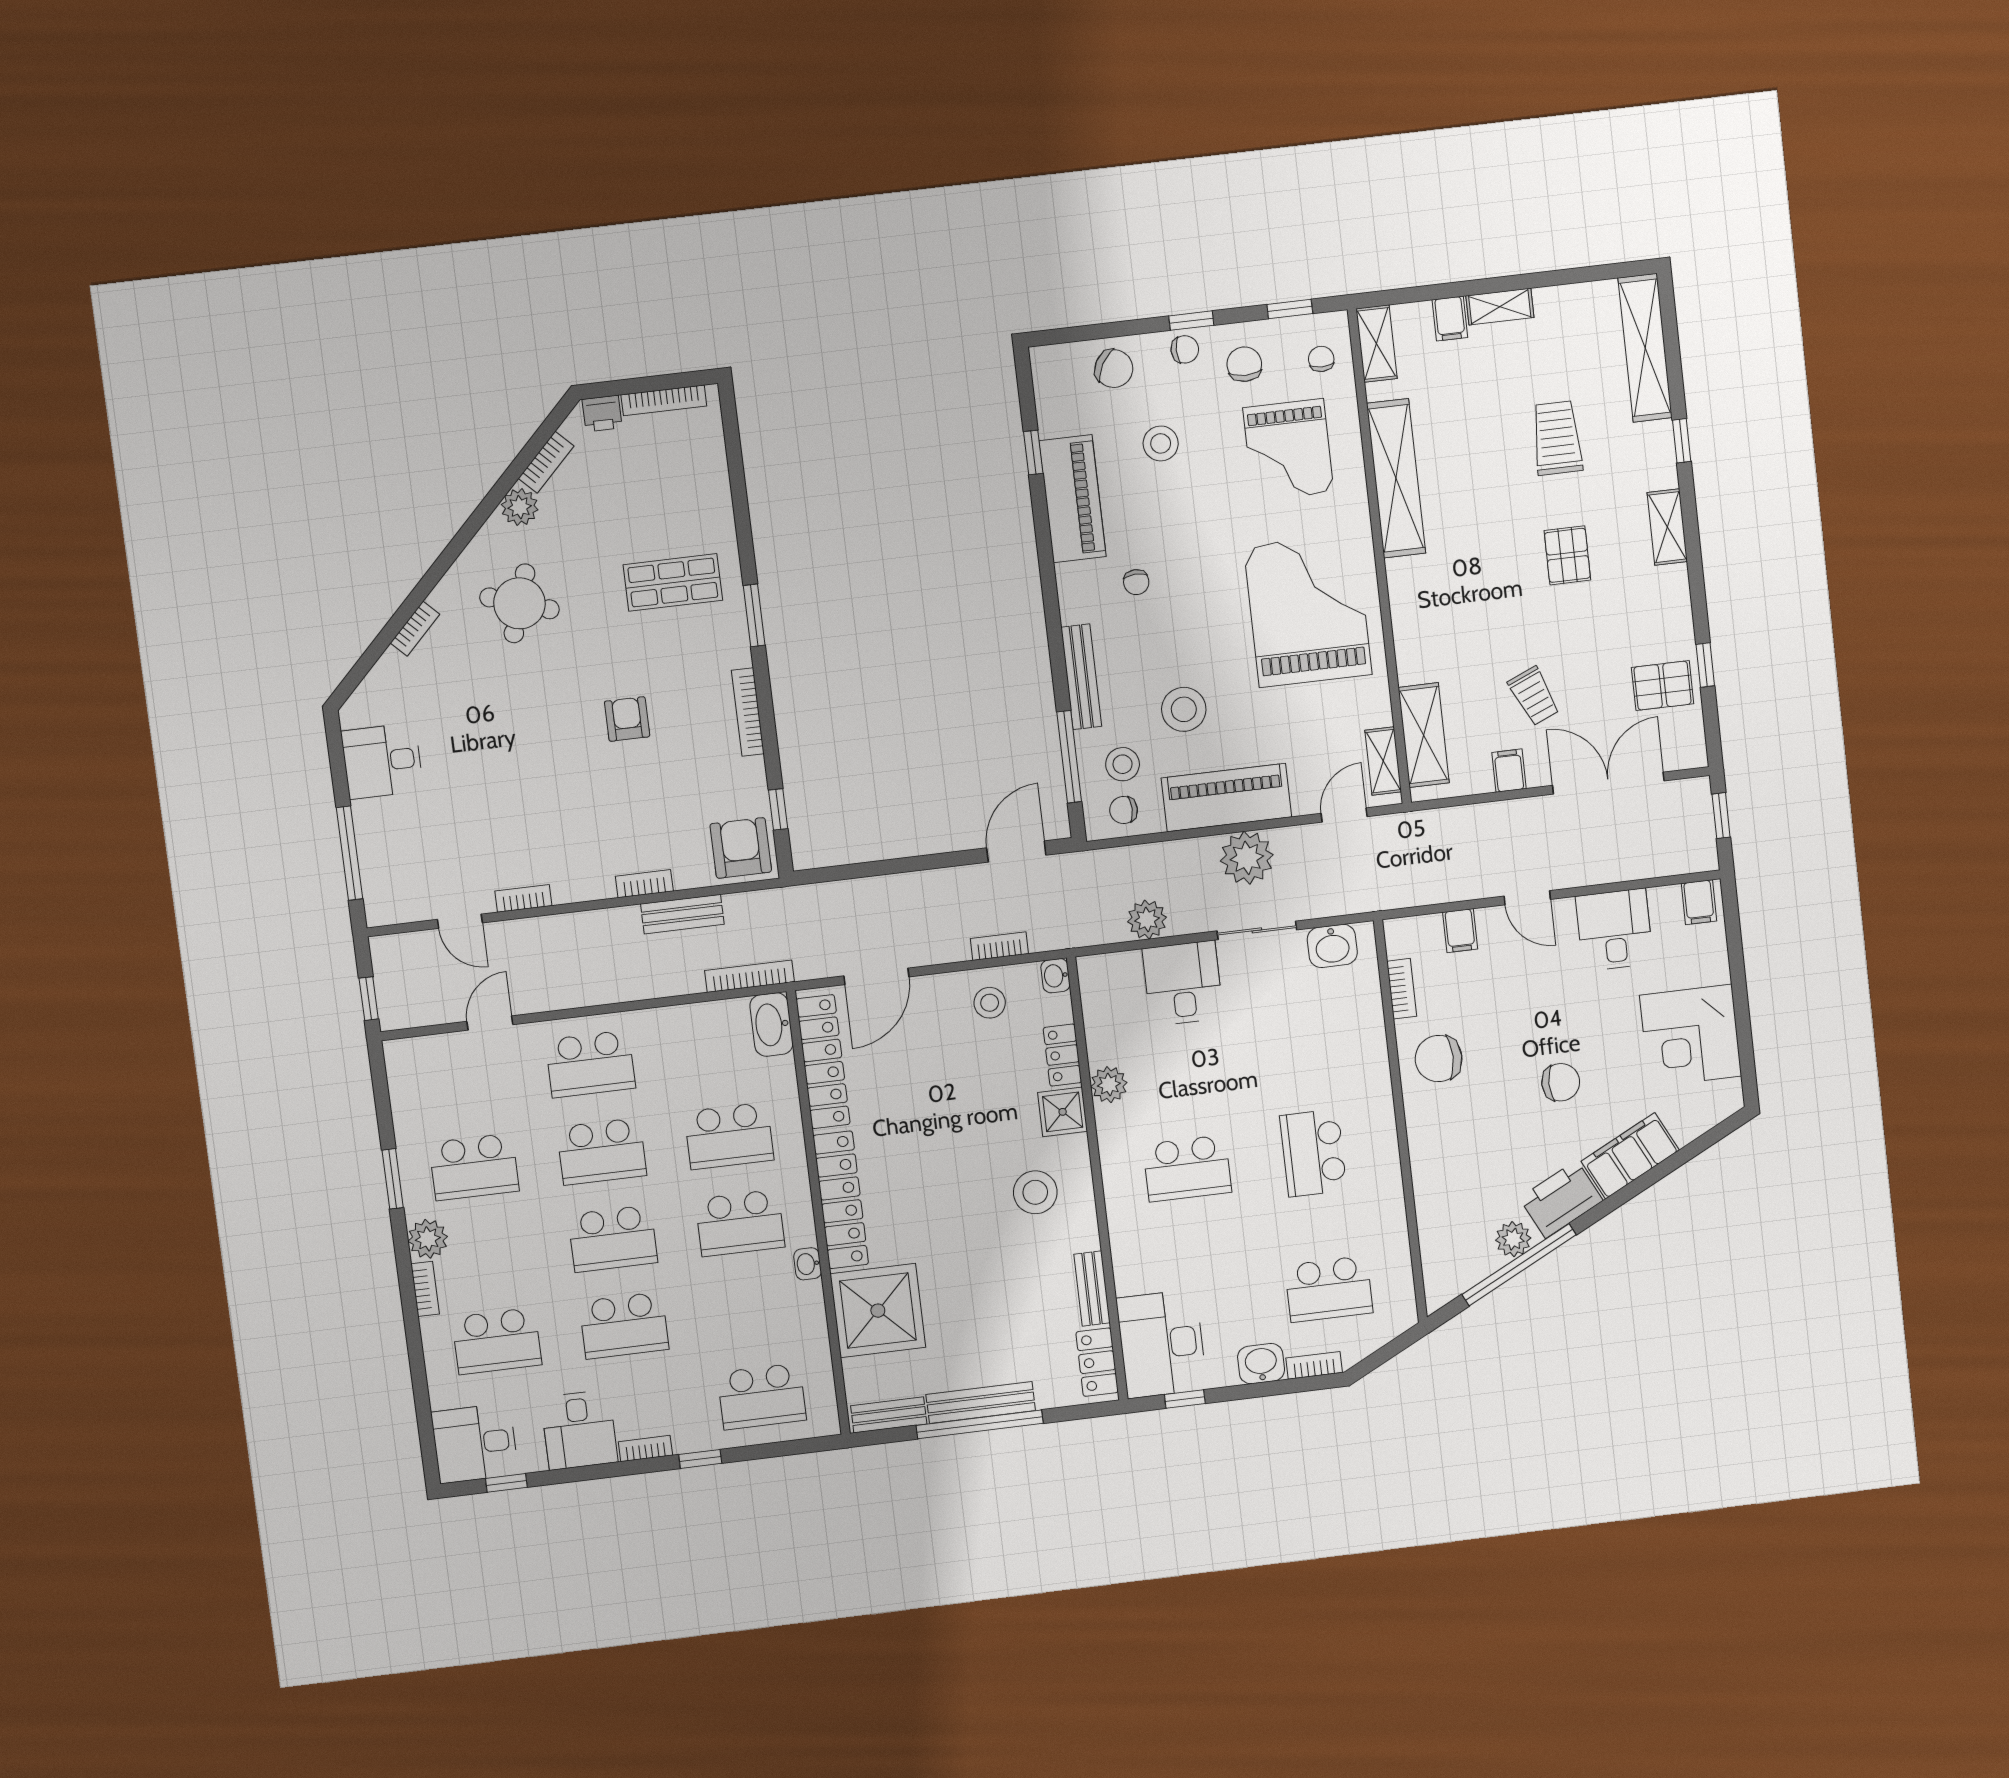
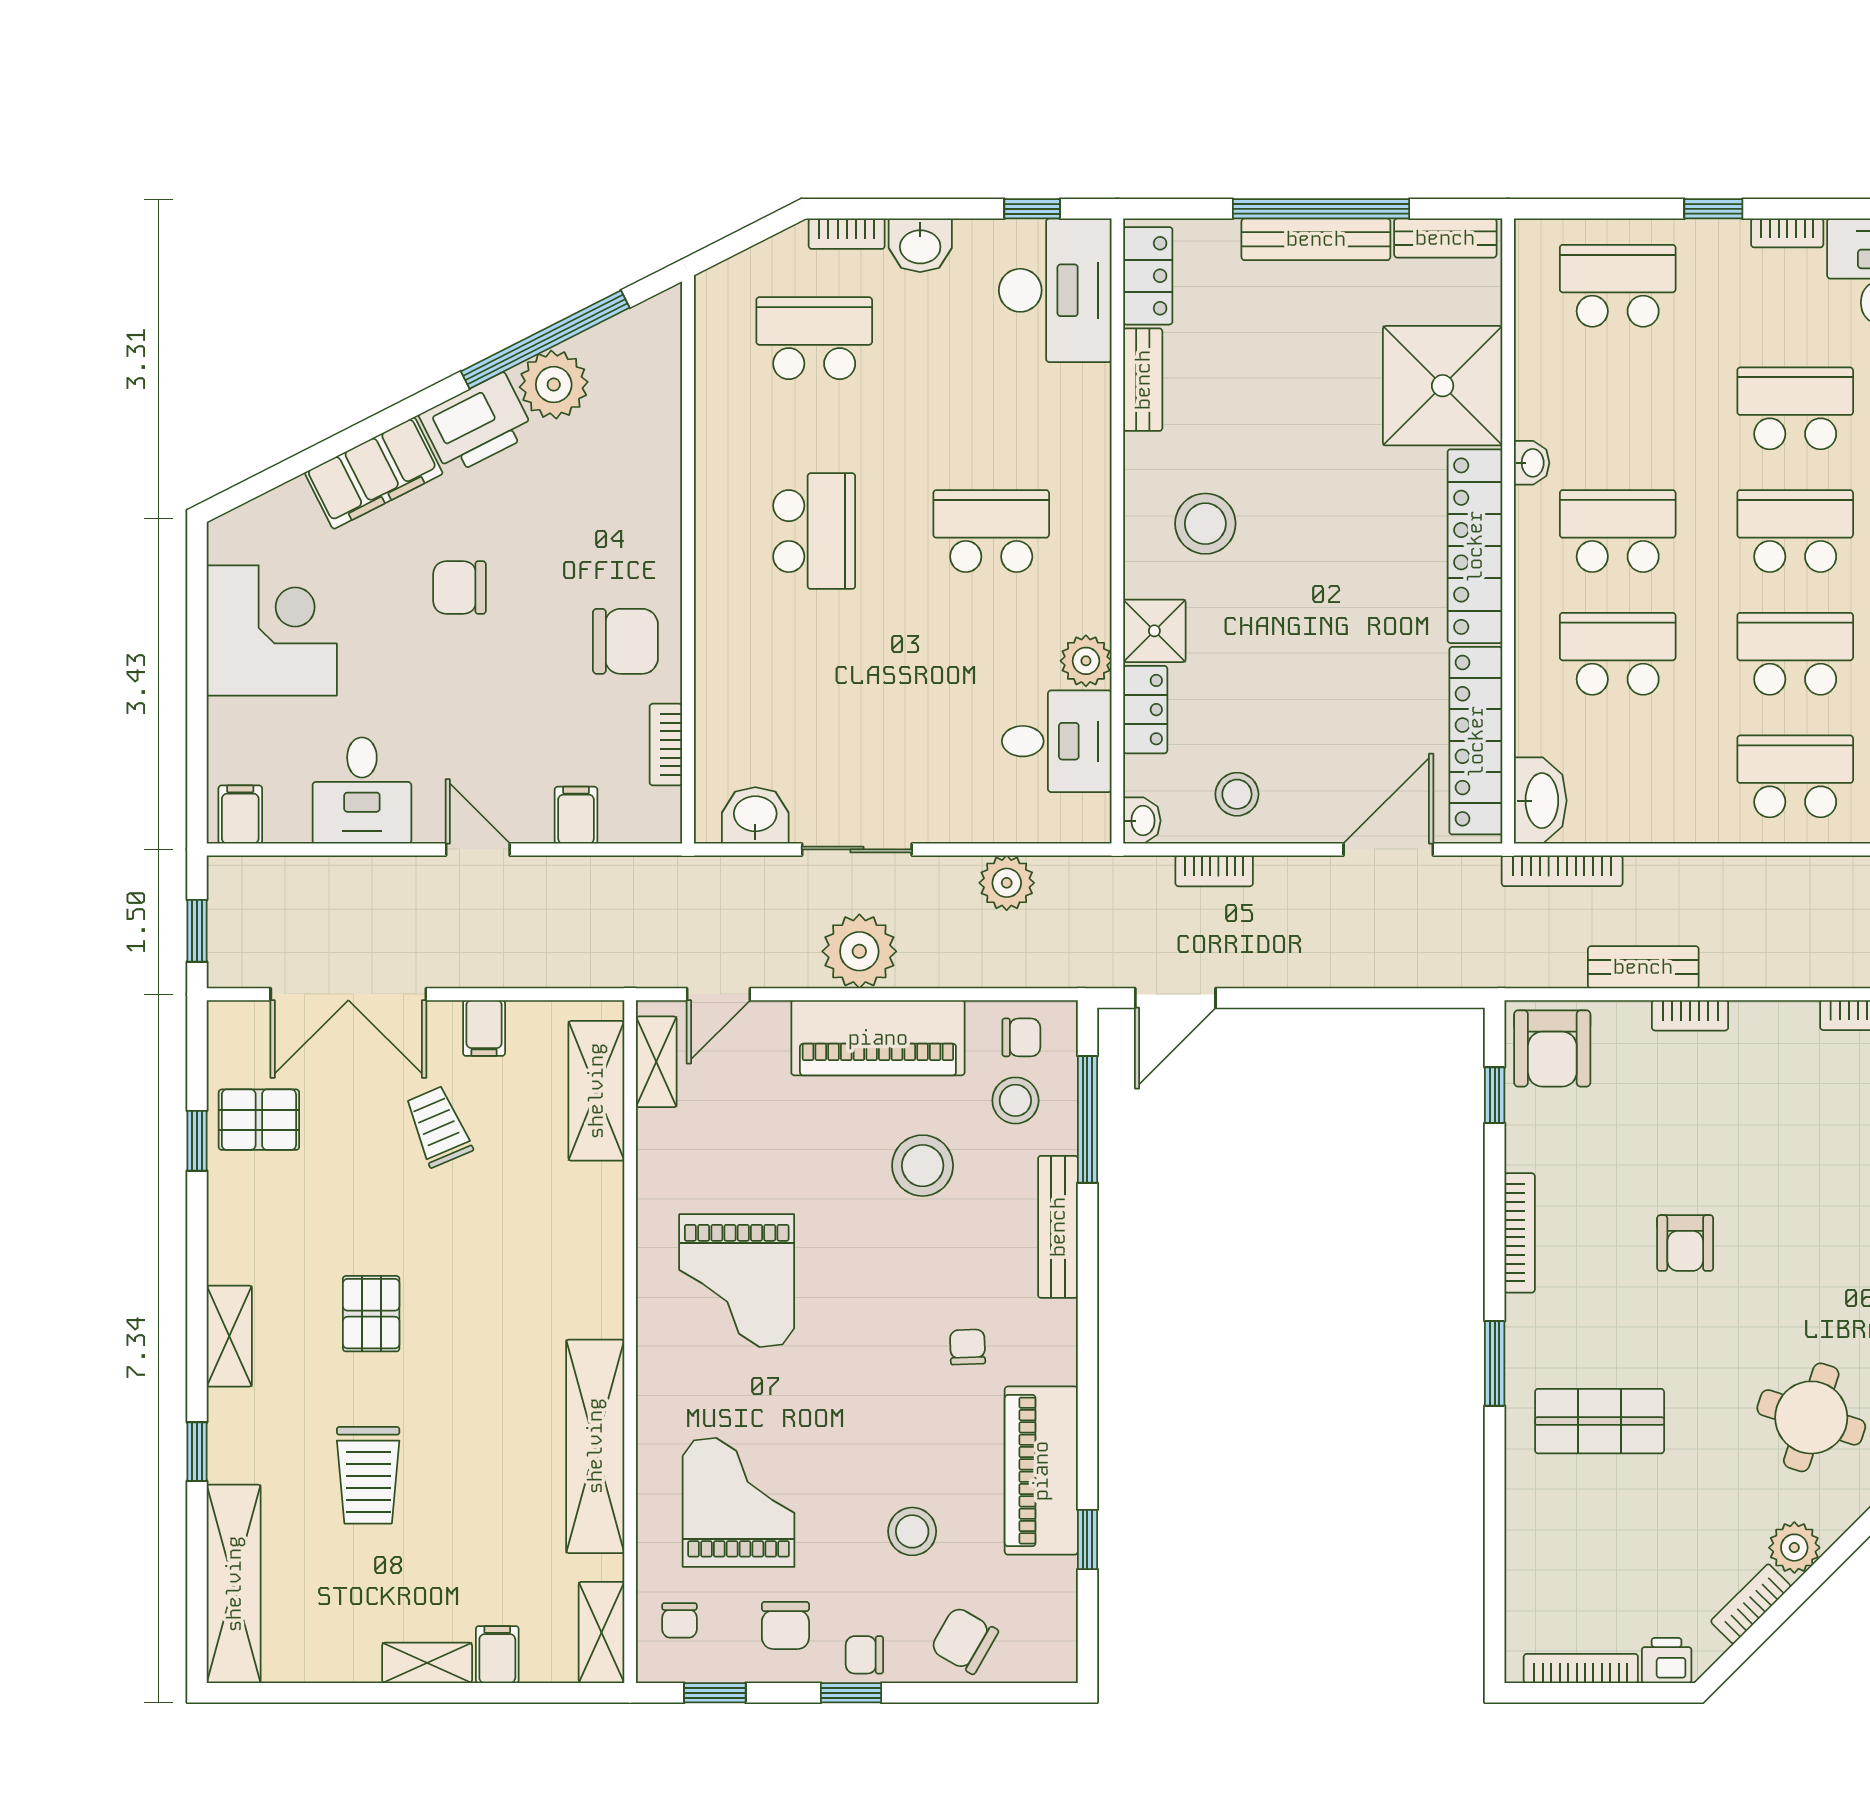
grand piano: (1308, 610) -> (737, 1281), width x0.73, depth x0.68
desk: (1183, 983) -> (1057, 741), moved, turned -90
plant: (1513, 1239) -> (554, 385), width x1.36, depth x1.36

